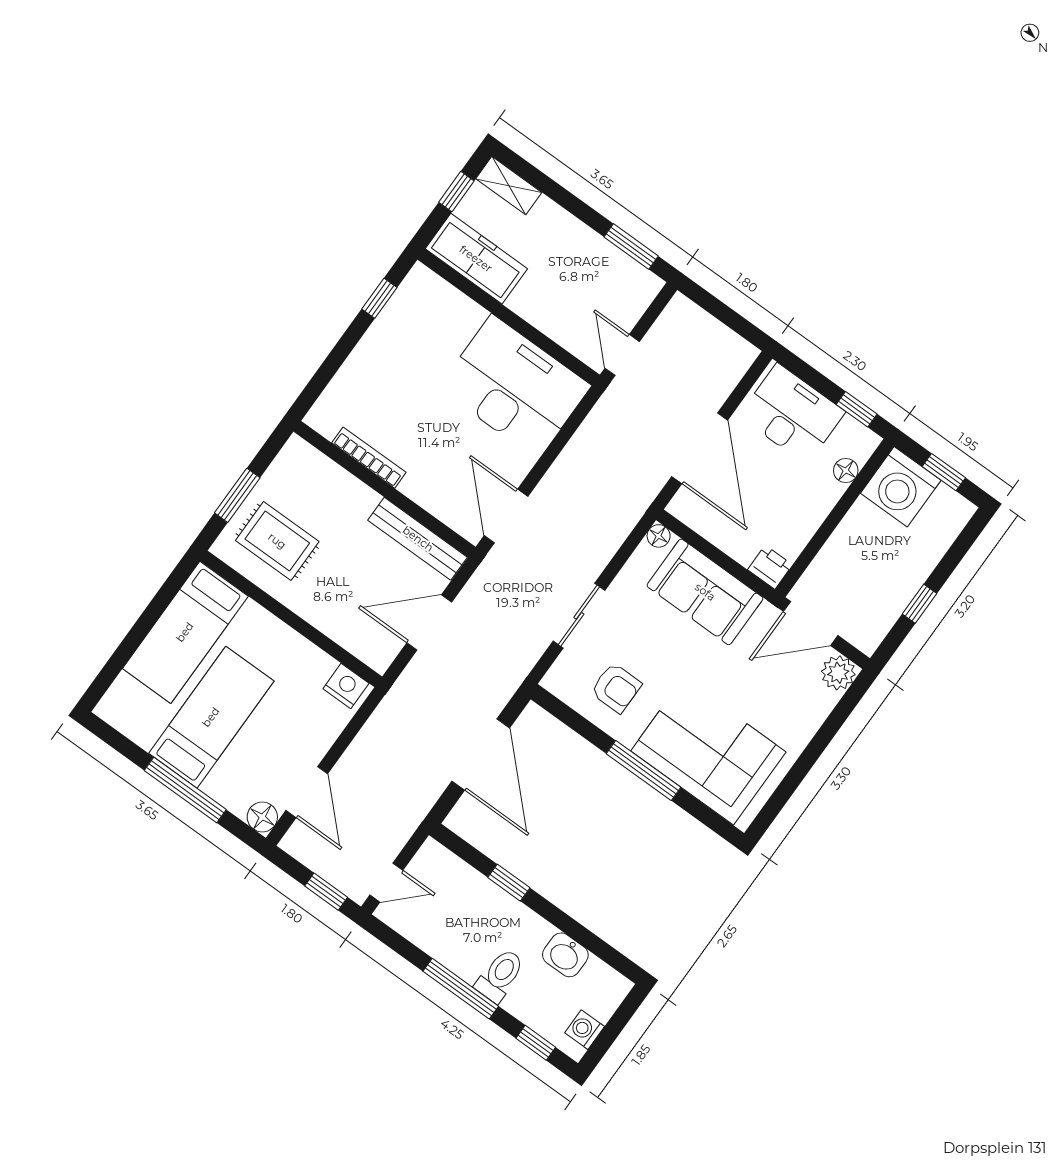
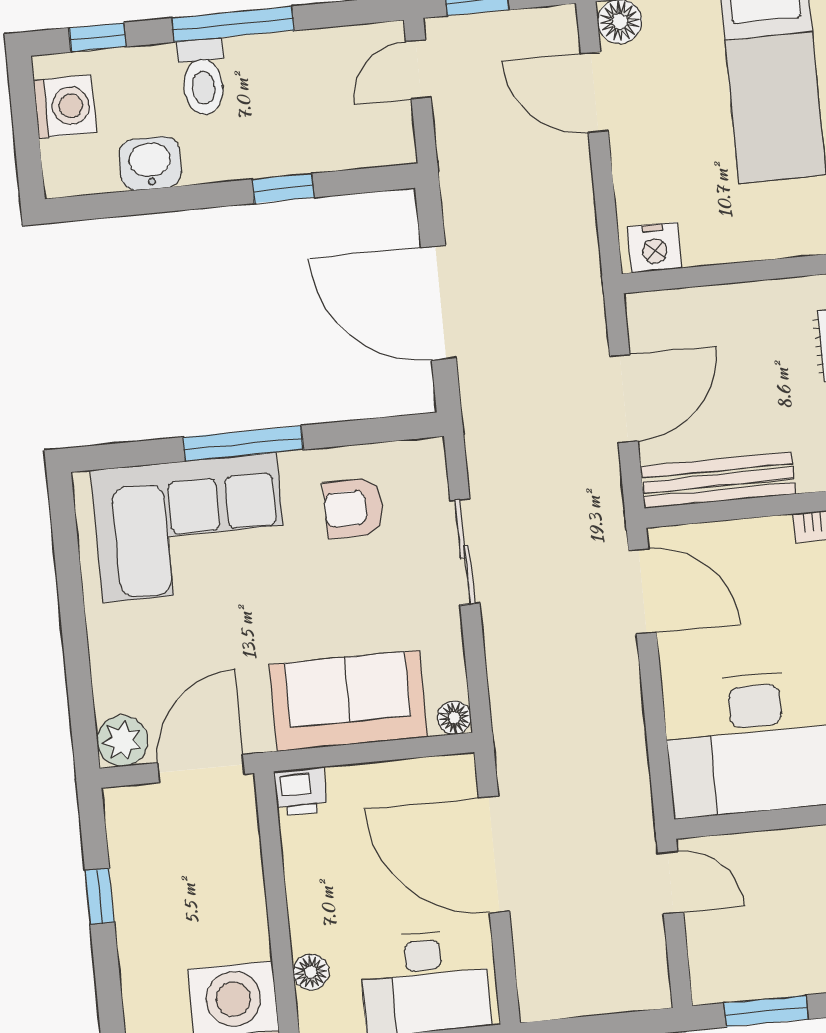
washing machine: (585, 1030) -> (65, 106), width x1.38, depth x1.38

